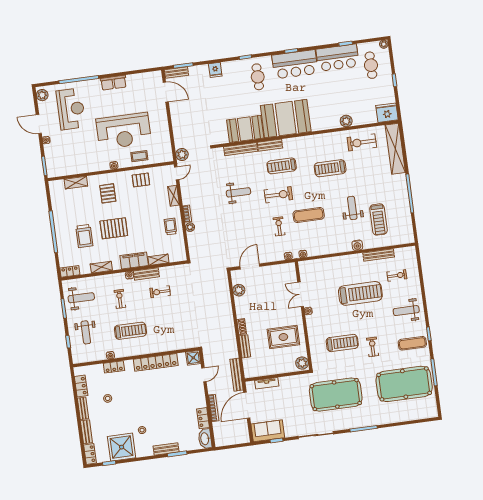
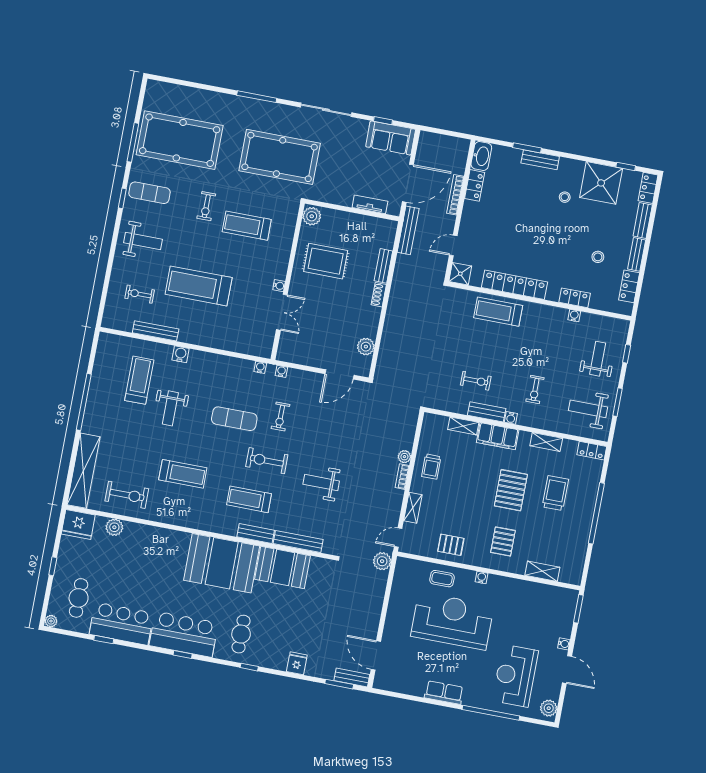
plant: (346, 121) -> (114, 527), moved
treadmill: (282, 166) -> (249, 499), turned 180
pallet: (114, 228) -> (511, 490), turned 90
treadmill: (130, 331) -> (498, 312), moved

